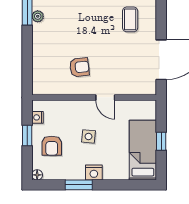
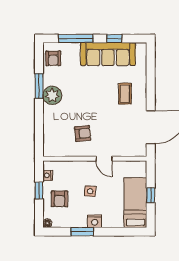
plant: (38, 16) -> (52, 95), width x1.87, depth x1.87

